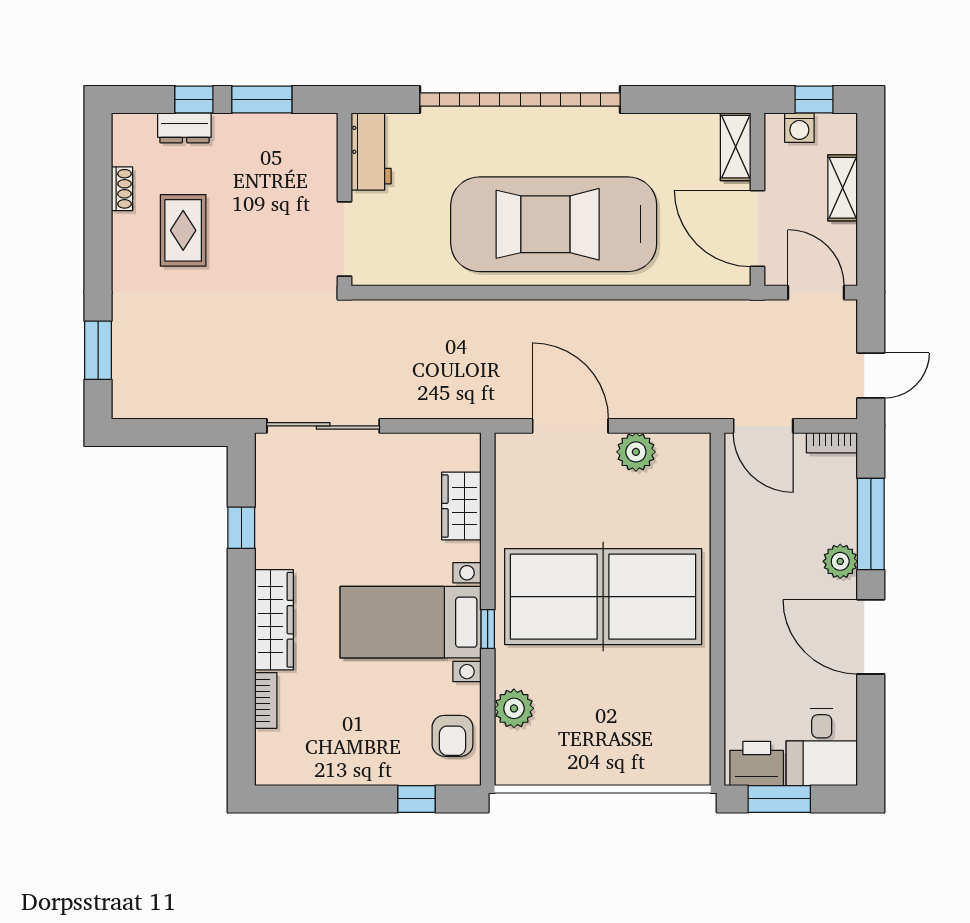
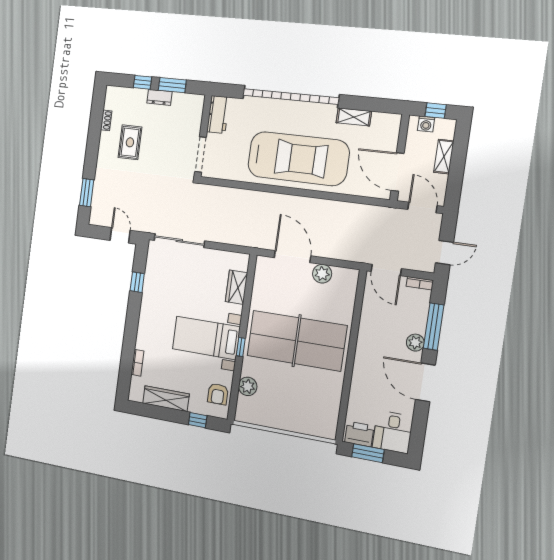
dresser: (184, 128) -> (159, 97), moved
shelving: (736, 147) -> (354, 117), moved, turned 90
car: (554, 224) -> (298, 159), turned 180
door: (188, 433) -> (120, 235), added
wardrobe: (274, 620) -> (166, 399), moved, turned -90

